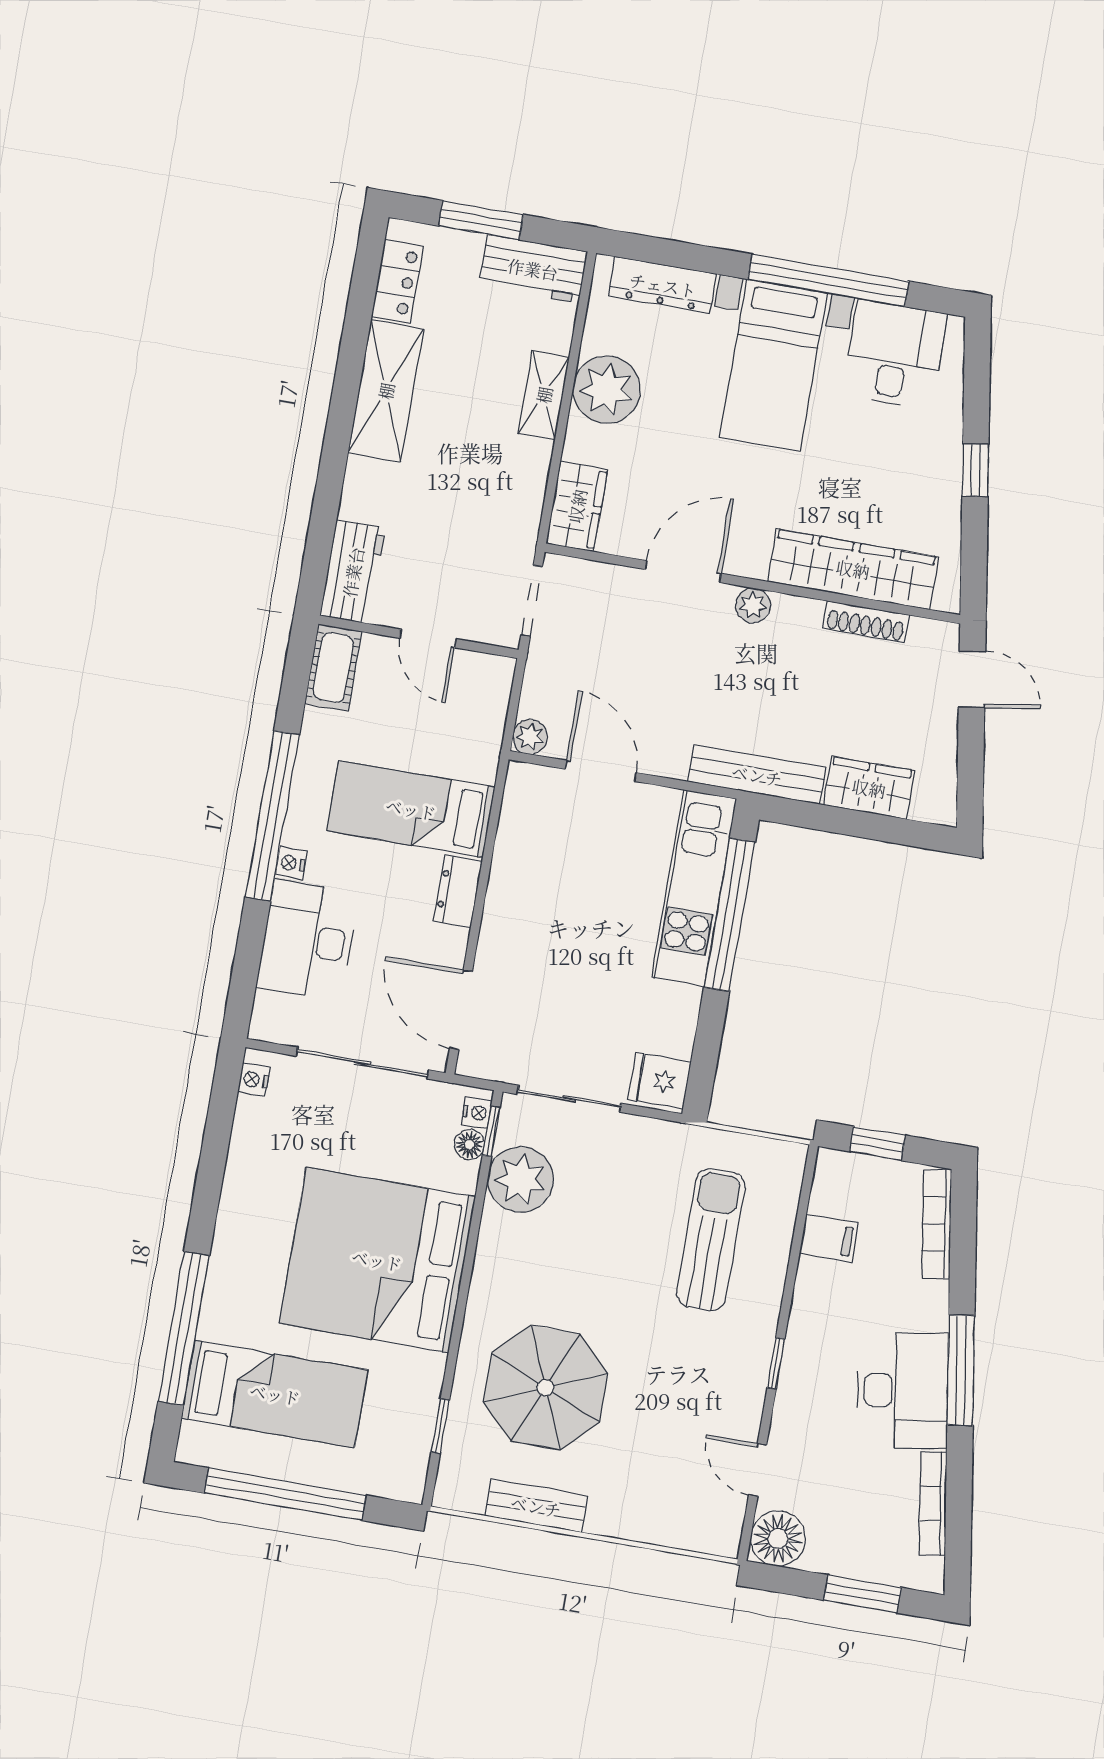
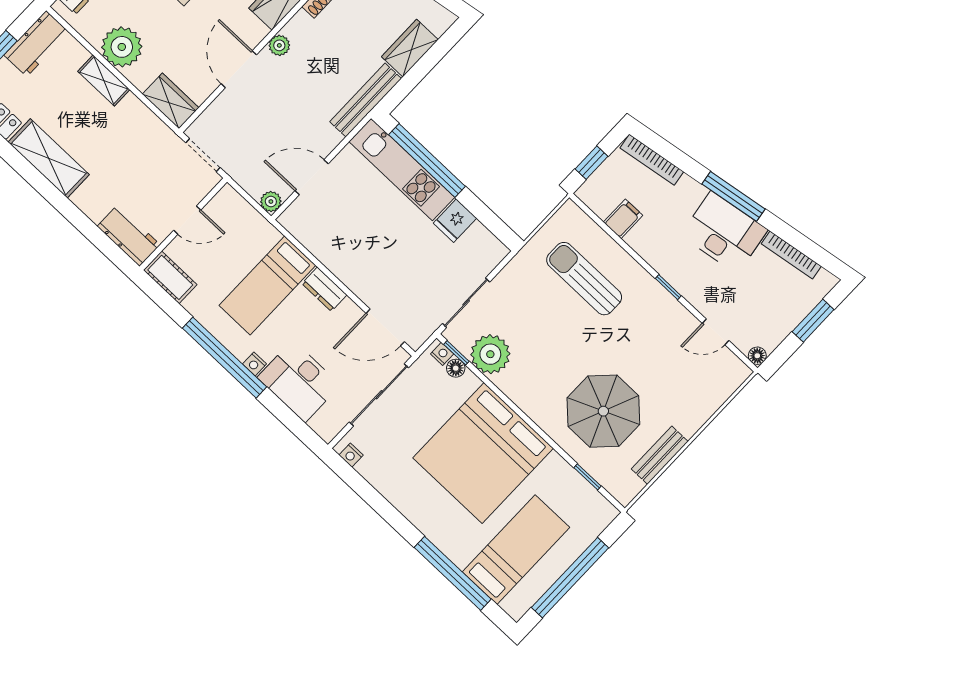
fridge: (660, 1081) -> (455, 221), moved
floor lamp: (778, 1539) -> (757, 356), width x0.53, depth x0.53

